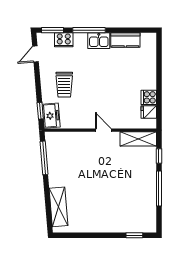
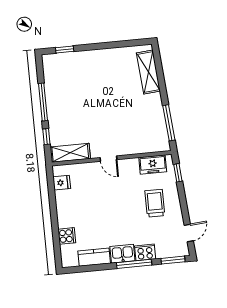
cooker: (64, 40) -> (145, 252), moved
cooker: (149, 97) -> (67, 236), moved
freezer: (51, 116) -> (153, 165), moved, turned -85

